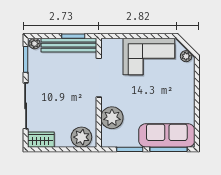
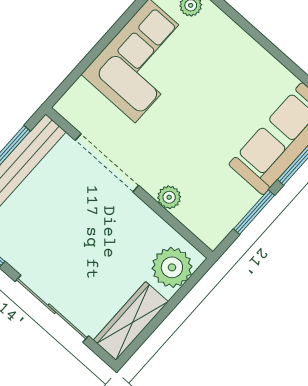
plant: (112, 118) -> (169, 197), width x0.53, depth x0.53
wardrobe: (41, 140) -> (131, 321), width x1.50

